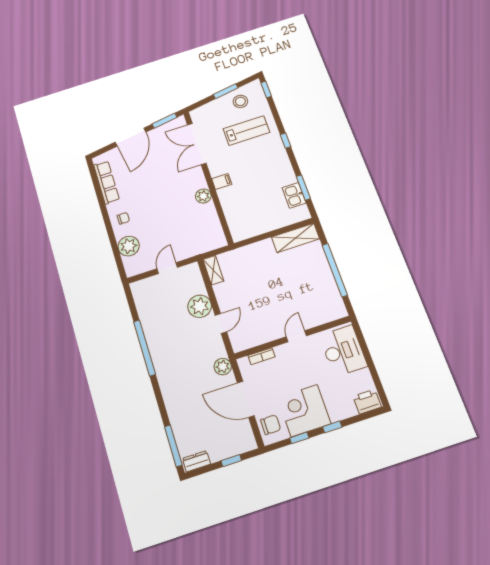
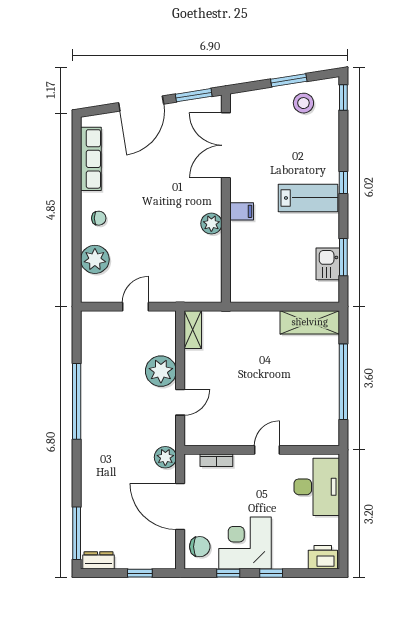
lab bench: (246, 130) -> (308, 198), moved

